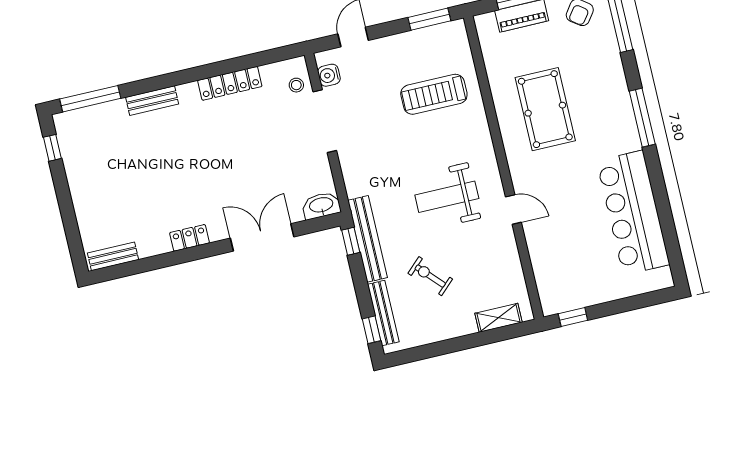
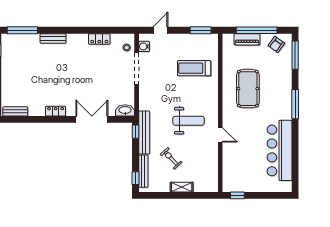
locker: (230, 83) -> (99, 39), width x0.66
weight bench: (447, 197) -> (189, 121), turned 180
shelving: (499, 318) -> (182, 187), moved

